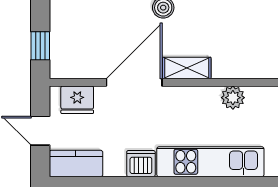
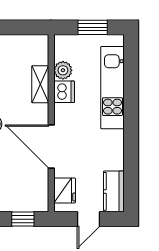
shelving: (187, 68) -> (40, 84), moved
dishwasher: (141, 164) -> (64, 92), moved, turned 180

